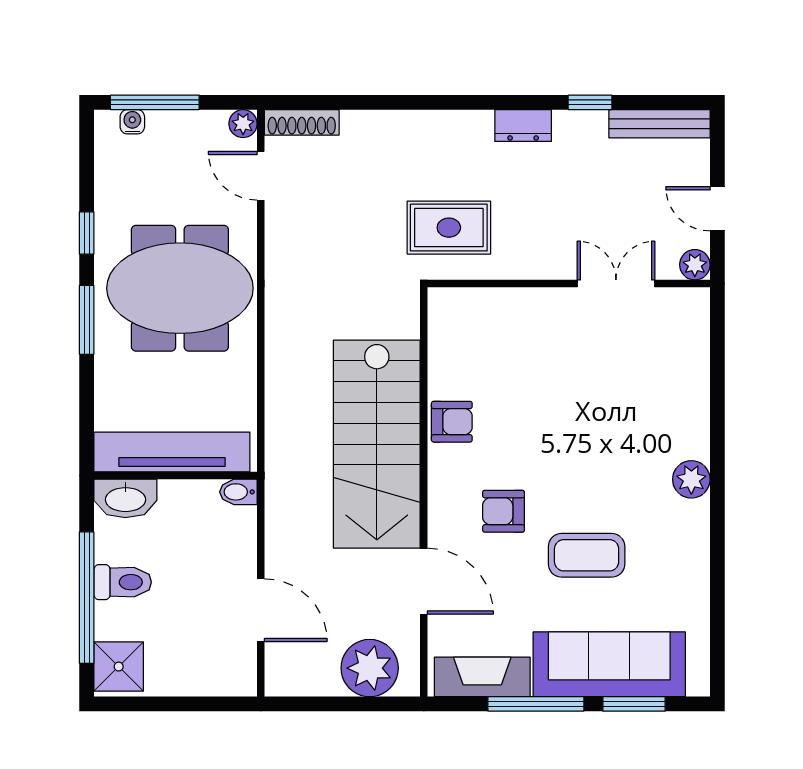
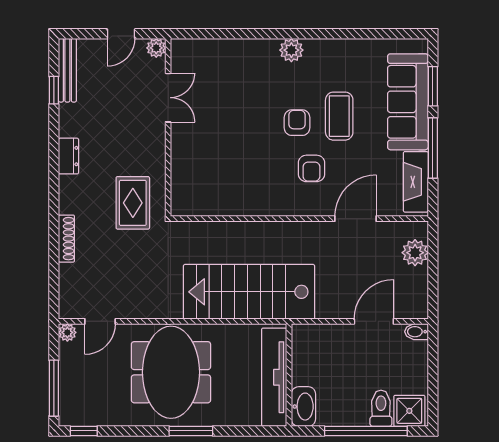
window: (590, 102) -> (54, 90), moved
water cooler: (132, 122) -> (66, 402), removed
shoe rack: (302, 122) -> (66, 239), moved
window: (87, 233) -> (84, 431), moved
double door: (616, 284) -> (168, 98), swing flipped
armchair: (452, 422) -> (297, 123), moved
stairs: (377, 444) -> (249, 292), moved, turned 180
bidet: (238, 492) -> (416, 332), moved, turned 90
toilet: (123, 582) -> (381, 408), moved
plant: (370, 668) -> (415, 253), width x0.73, depth x0.73

